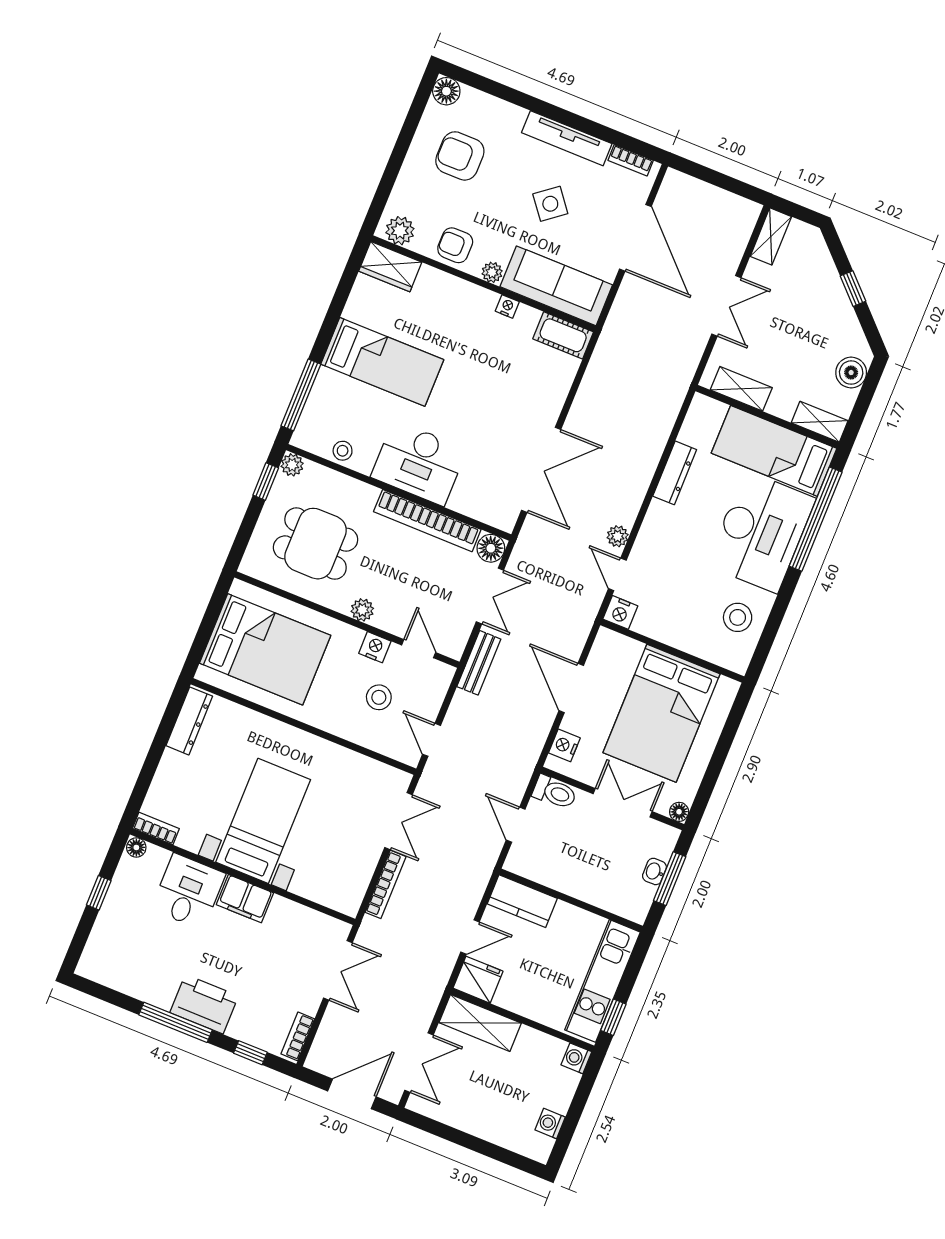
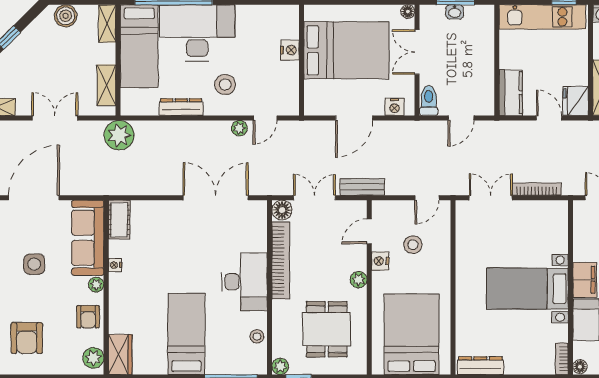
side table: (550, 204) -> (34, 264), turned 38
plant: (671, 379) -> (119, 135), added
nightstand: (620, 612) -> (290, 50), moved
stool: (738, 617) -> (225, 85), moved

